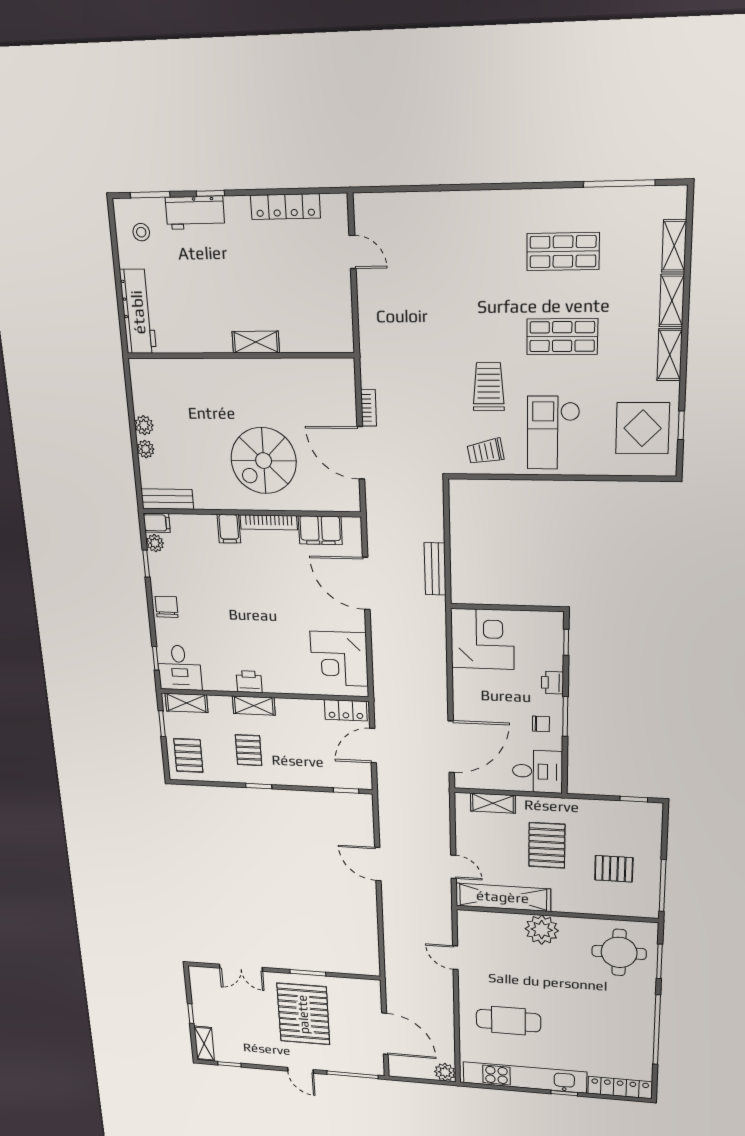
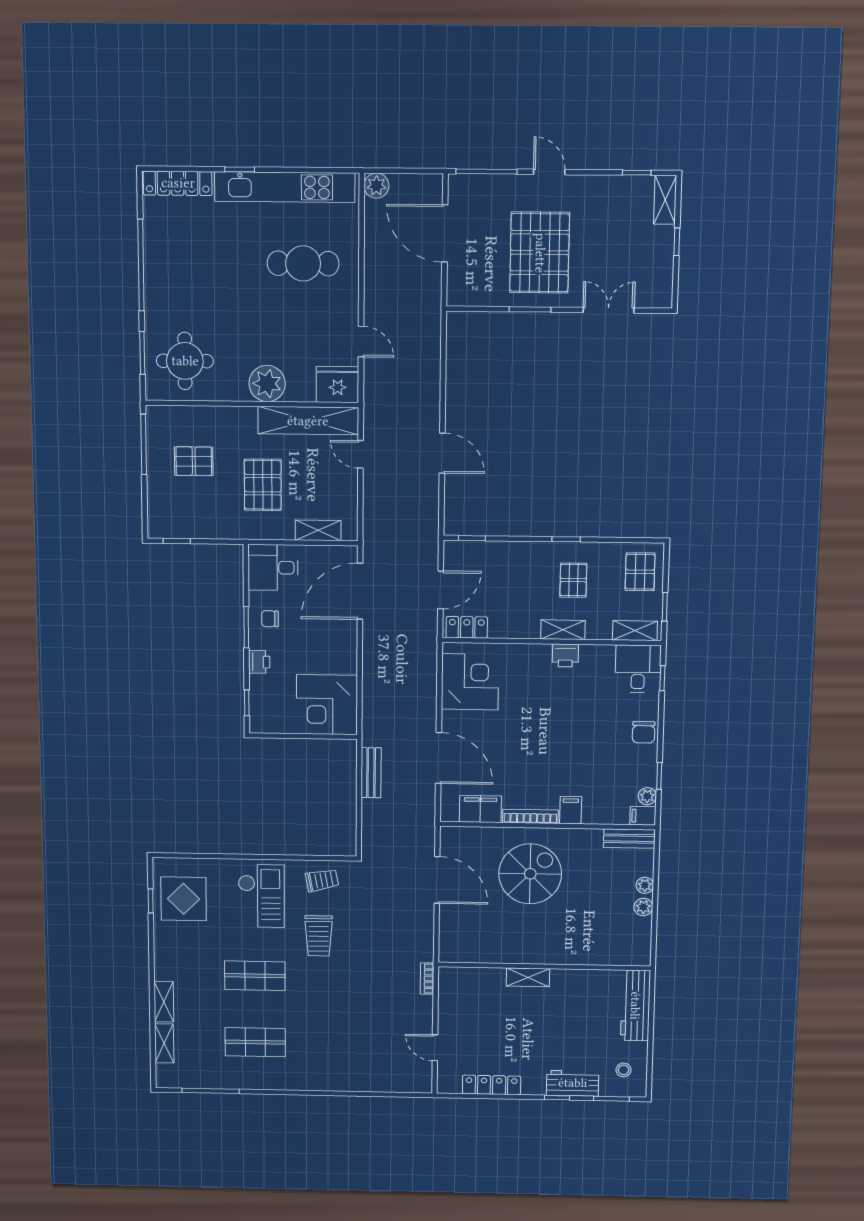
shelving: (670, 355) -> (163, 959), removed
bookcase: (369, 408) -> (427, 978), moved
fridge: (476, 925) -> (338, 384), added

